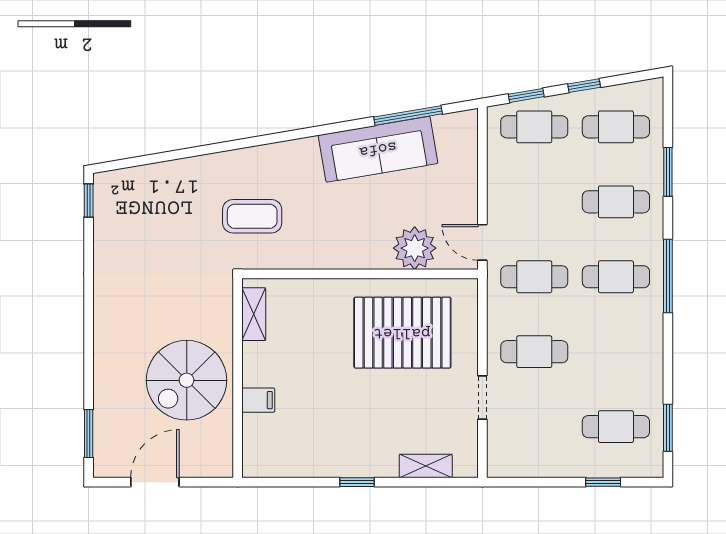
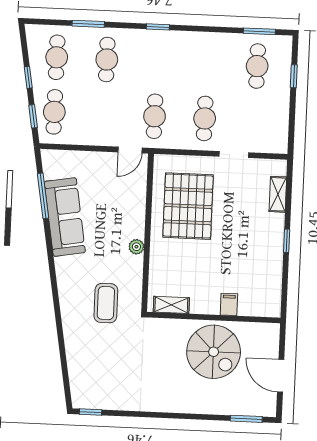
plant: (415, 248) -> (136, 247), moved, width x0.53, depth x0.53
window: (668, 276) -> (158, 27), width x0.46
cafe table: (616, 277) -> (157, 62), removed

